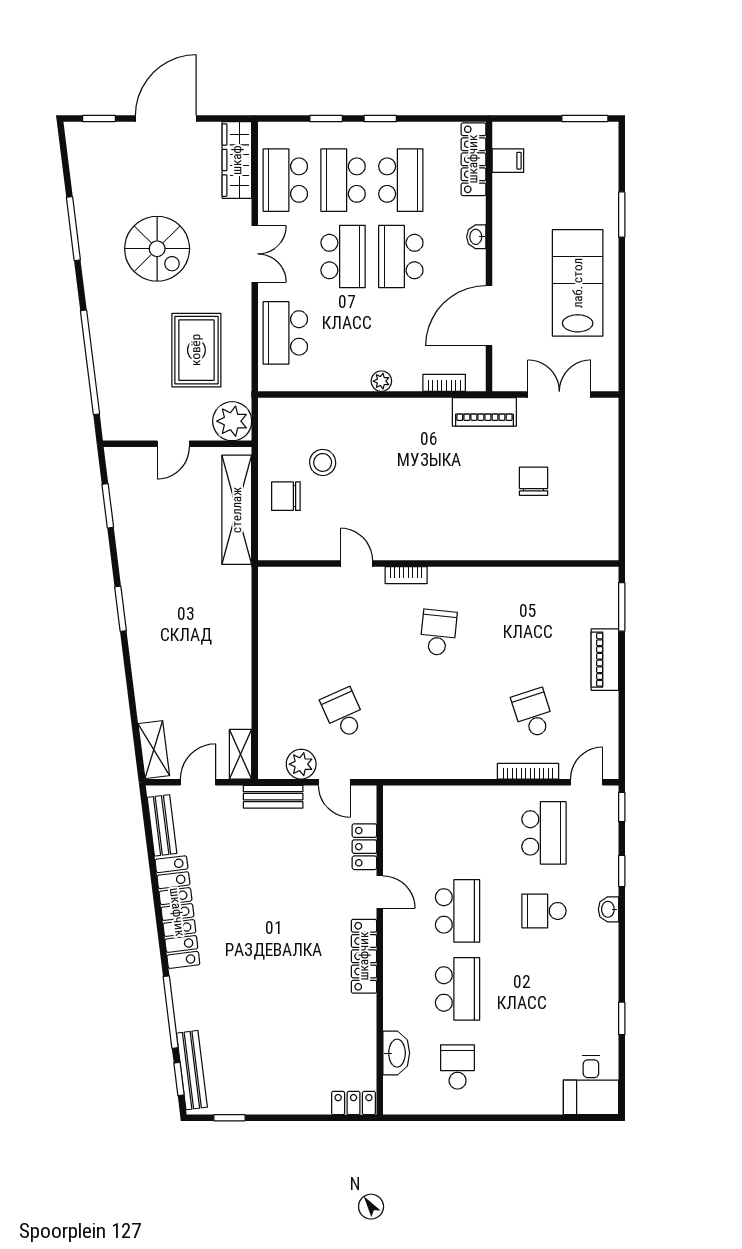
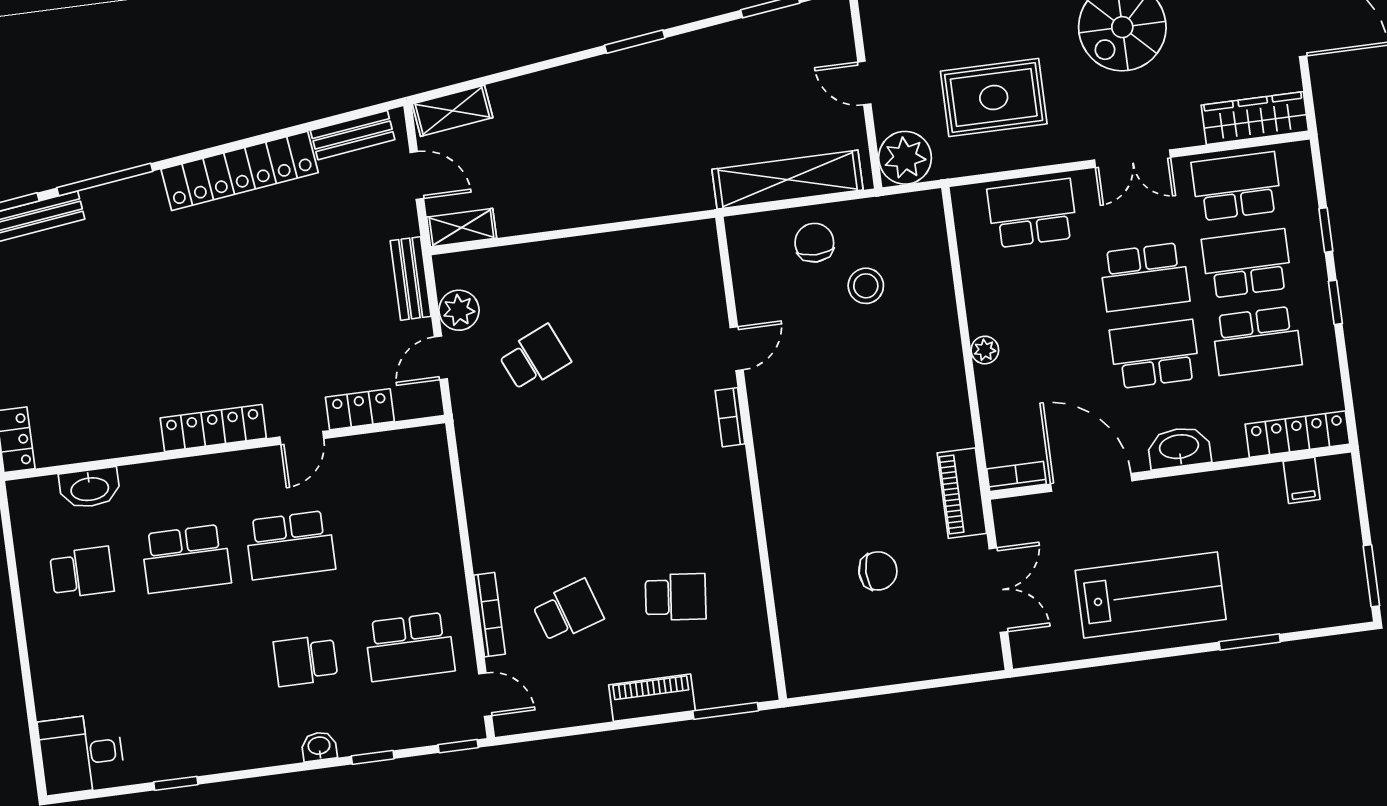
washbasin: (476, 237) -> (1179, 448), width x1.91, depth x1.45
bookcase: (444, 383) -> (1017, 476), moved, turned -90
school desk: (438, 633) -> (676, 597), moved
school desk: (544, 911) -> (306, 660), turned -90

